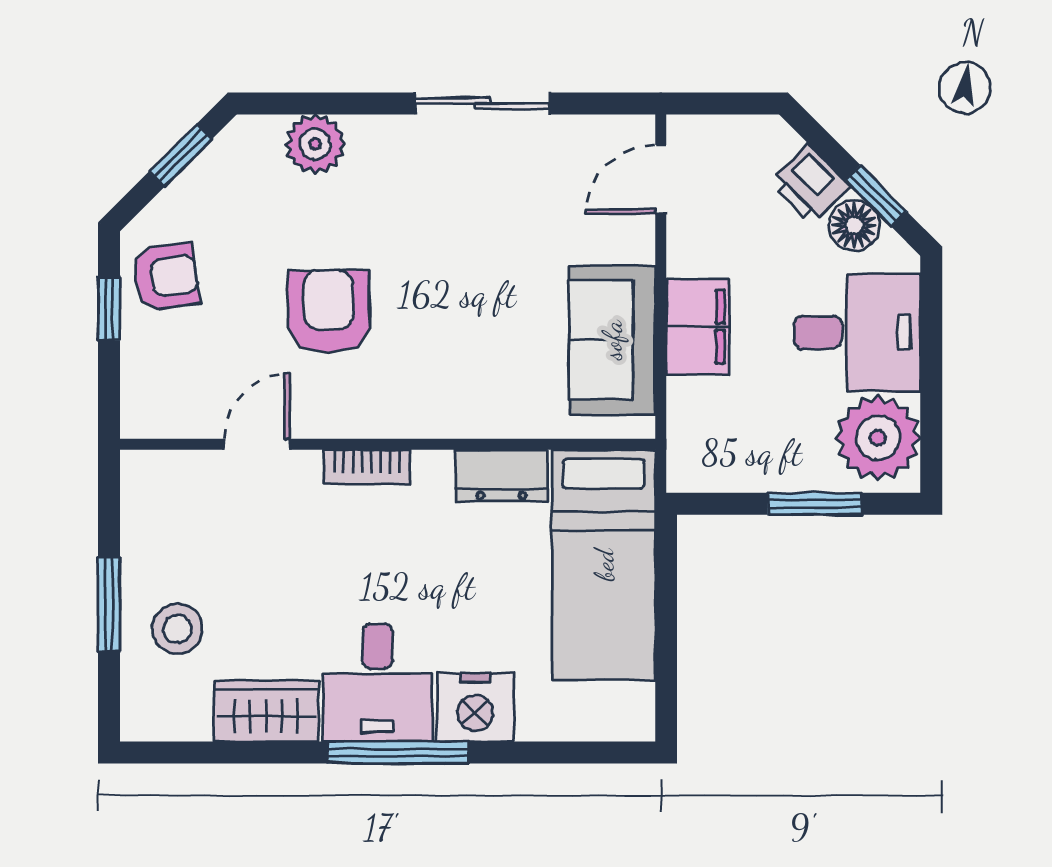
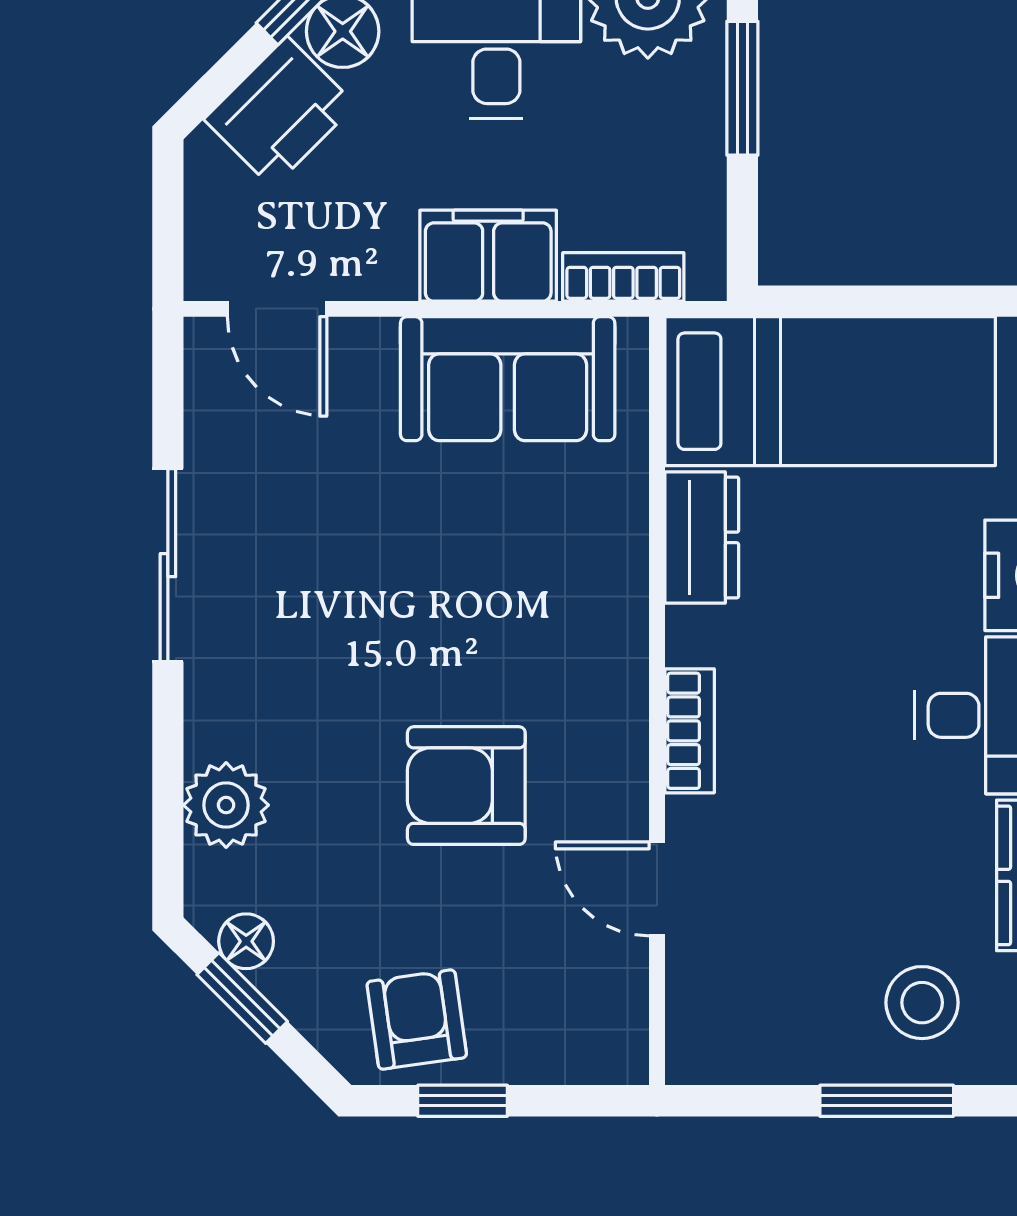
floor lamp: (220, 158) -> (246, 941), added
printer: (810, 185) -> (280, 112), width x1.36, depth x1.24
bookcase: (683, 421) -> (623, 277), added

